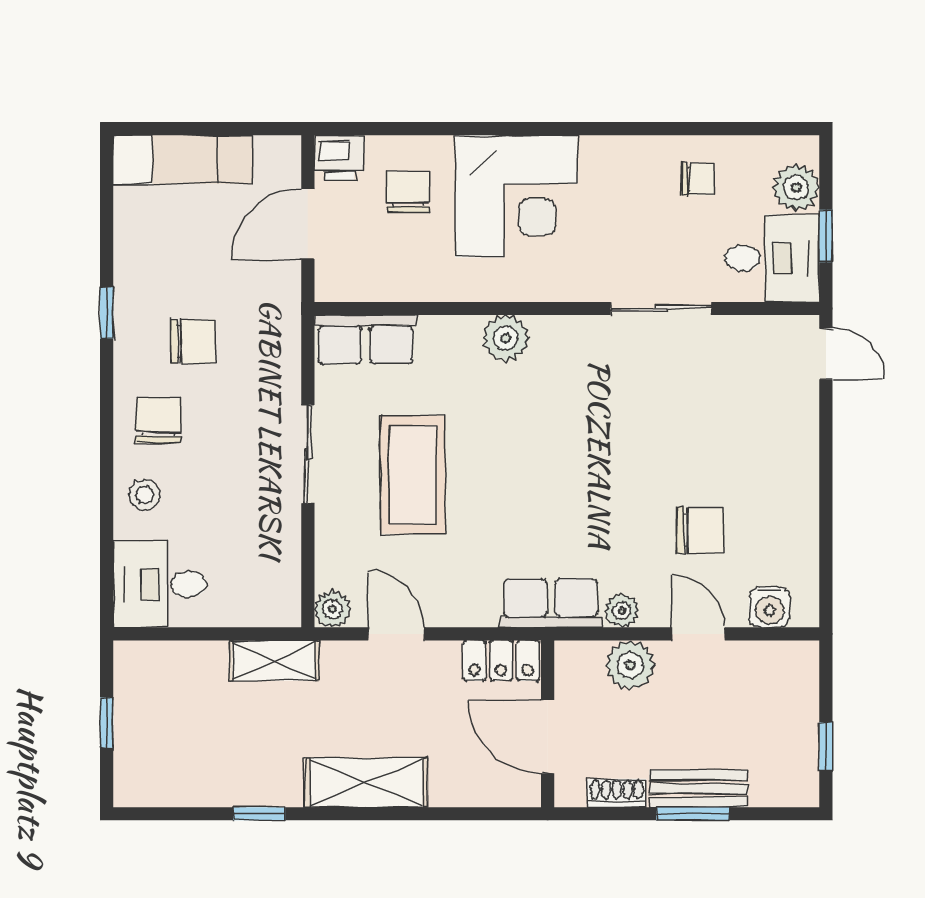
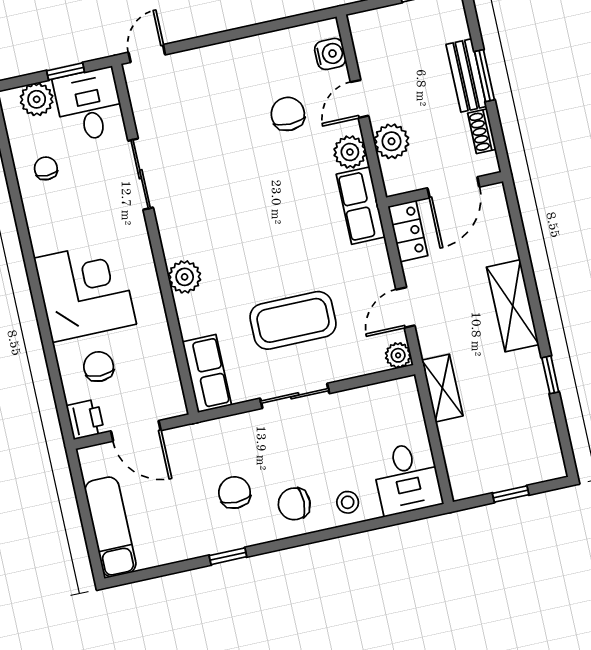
chair: (408, 192) -> (99, 367), turned 90
plant: (622, 611) -> (350, 152), width x1.38, depth x1.38

